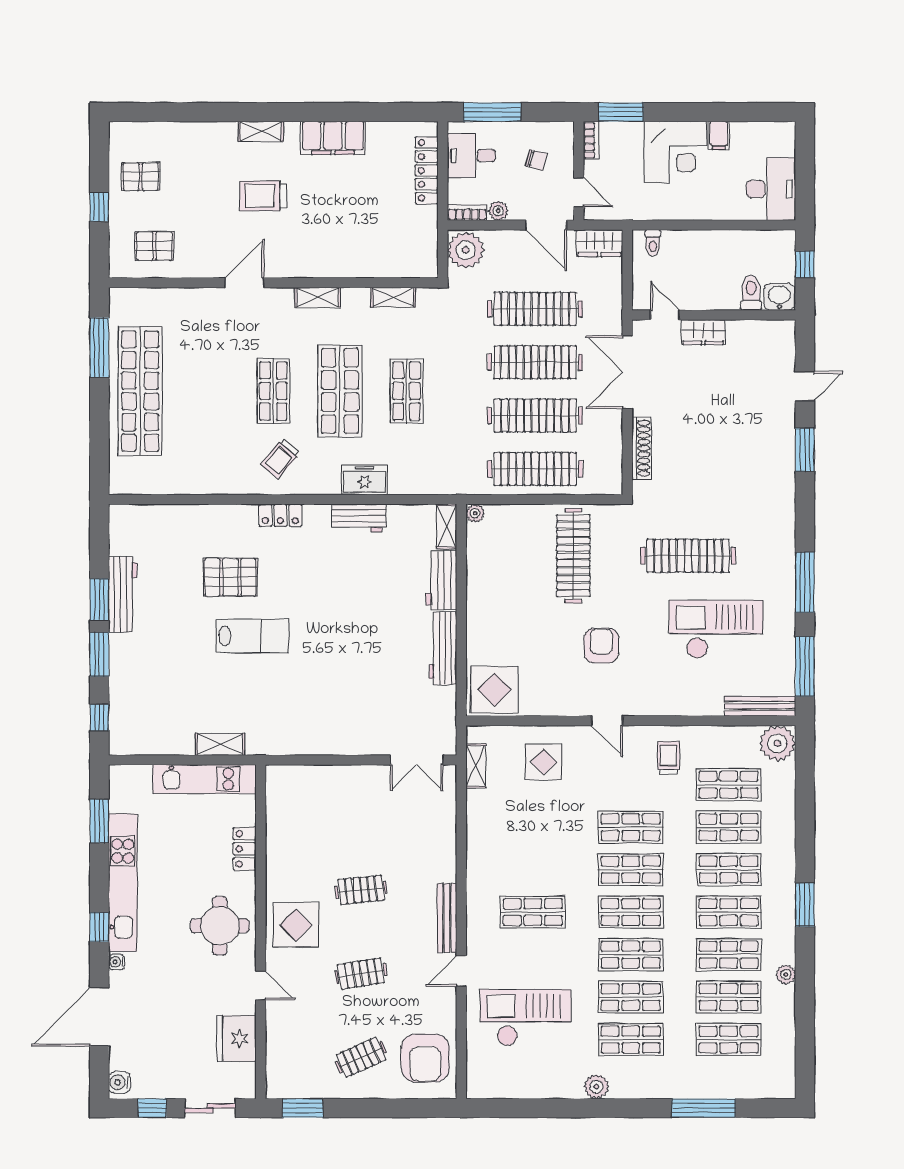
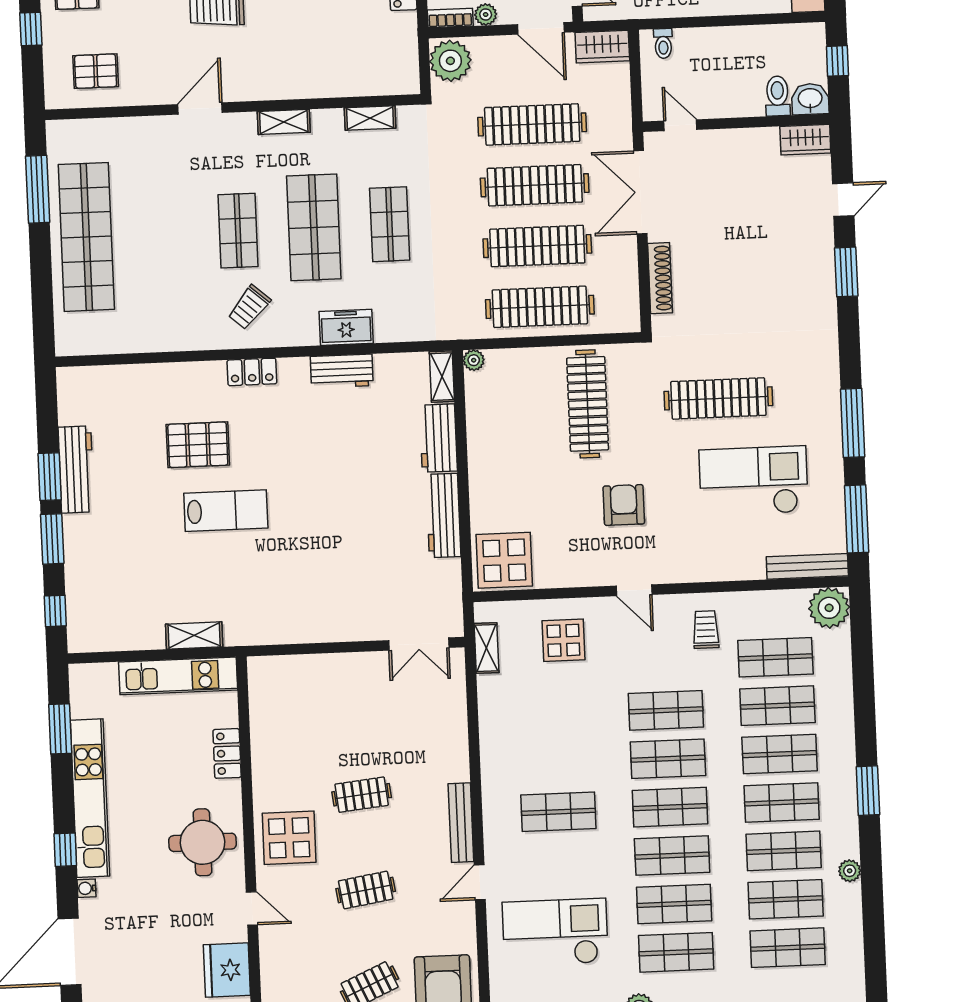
wardrobe: (703, 332) -> (805, 140), moved

